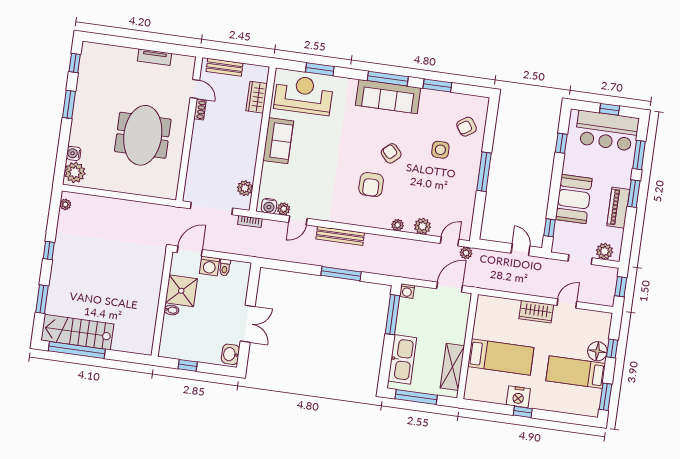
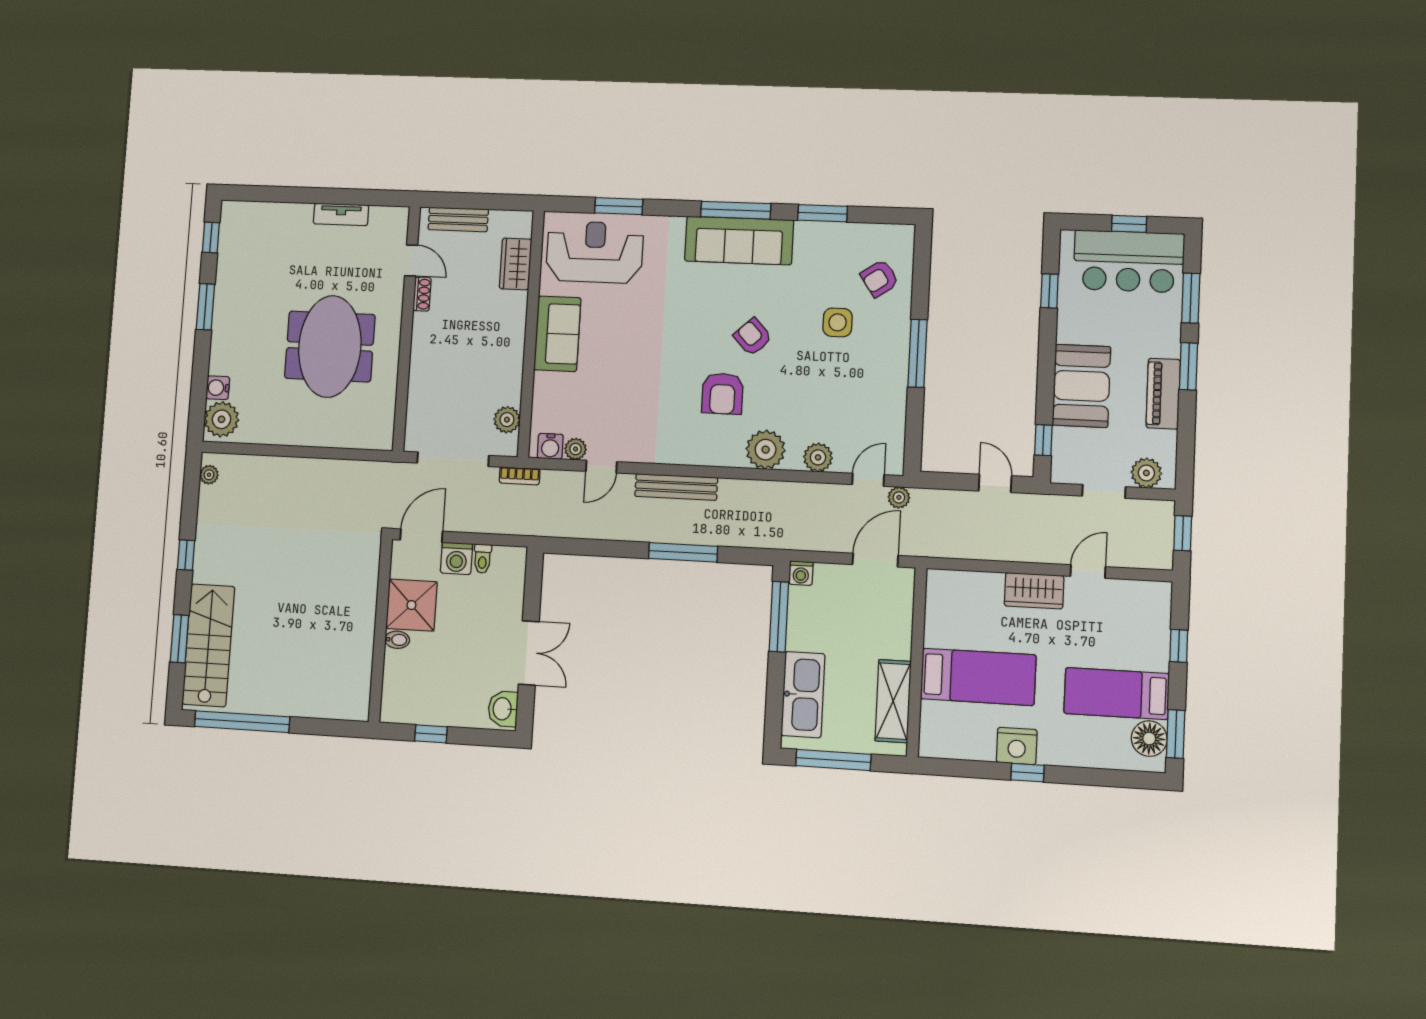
plant: (398, 225) -> (766, 450), width x1.87, depth x1.87
stairs: (77, 332) -> (208, 645), moved, turned 90
floor lamp: (597, 351) -> (1149, 739), moved

